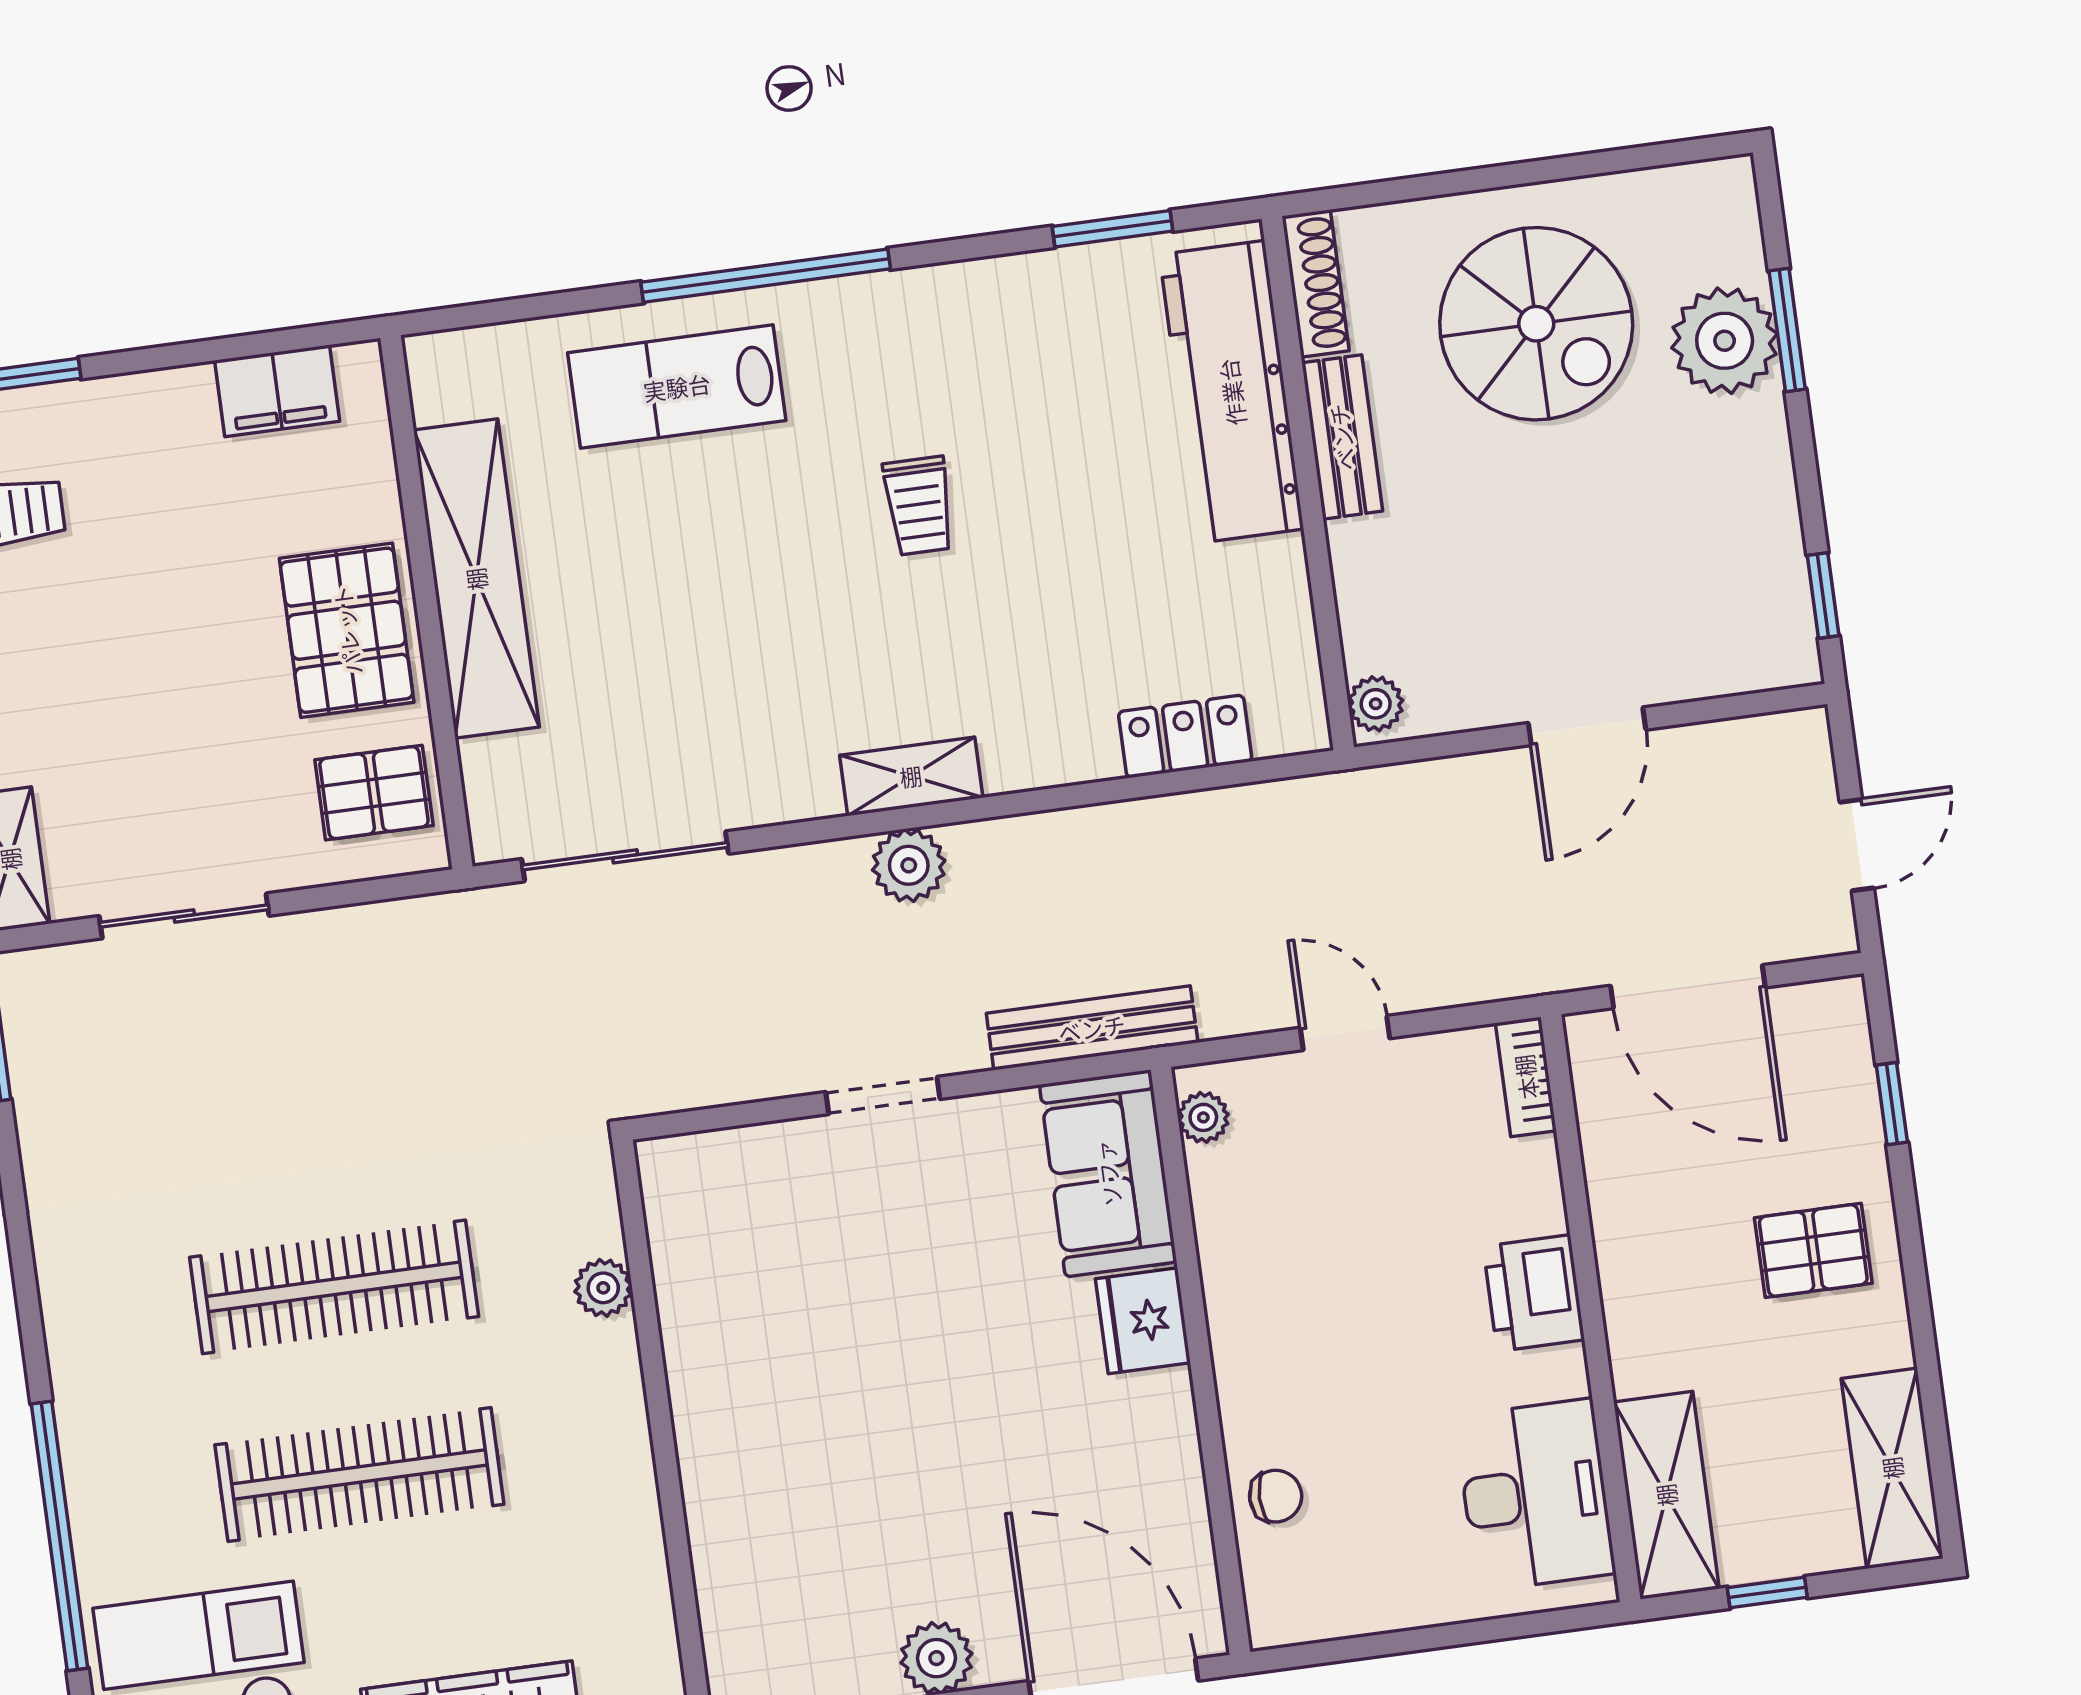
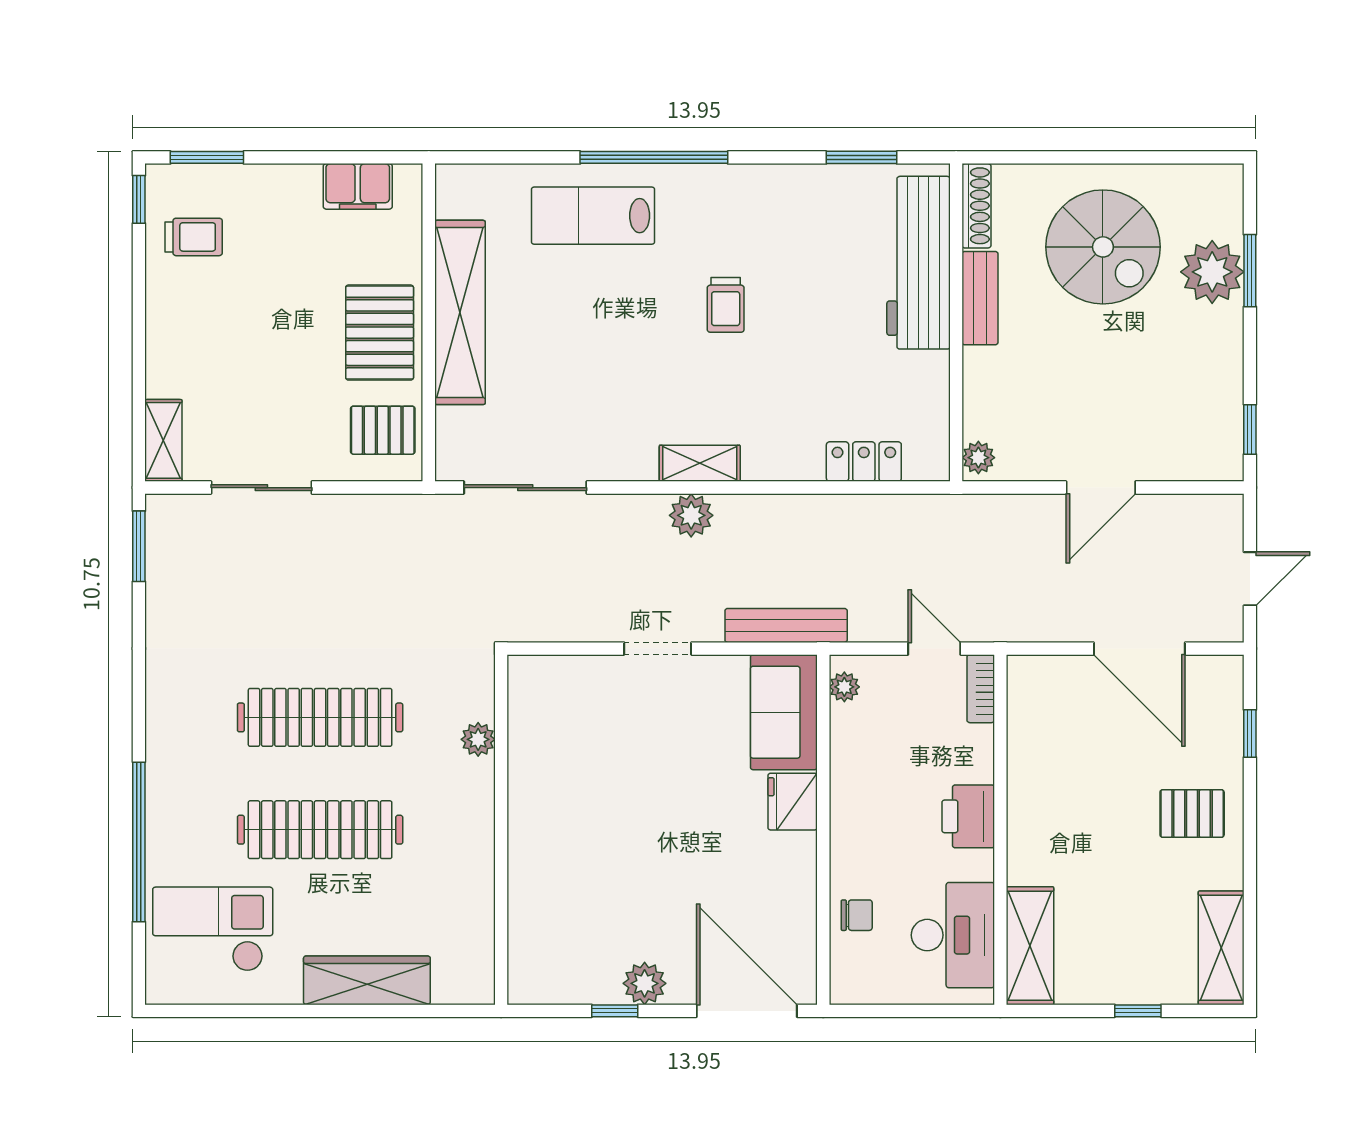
bookcase: (1526, 1077) -> (981, 689), moved
printer: (1534, 1293) -> (968, 816), moved
wall: (1591, 1308) -> (1000, 830), moved
desk: (1535, 1495) -> (953, 935), moved
shelving: (1666, 1495) -> (1030, 946), moved

